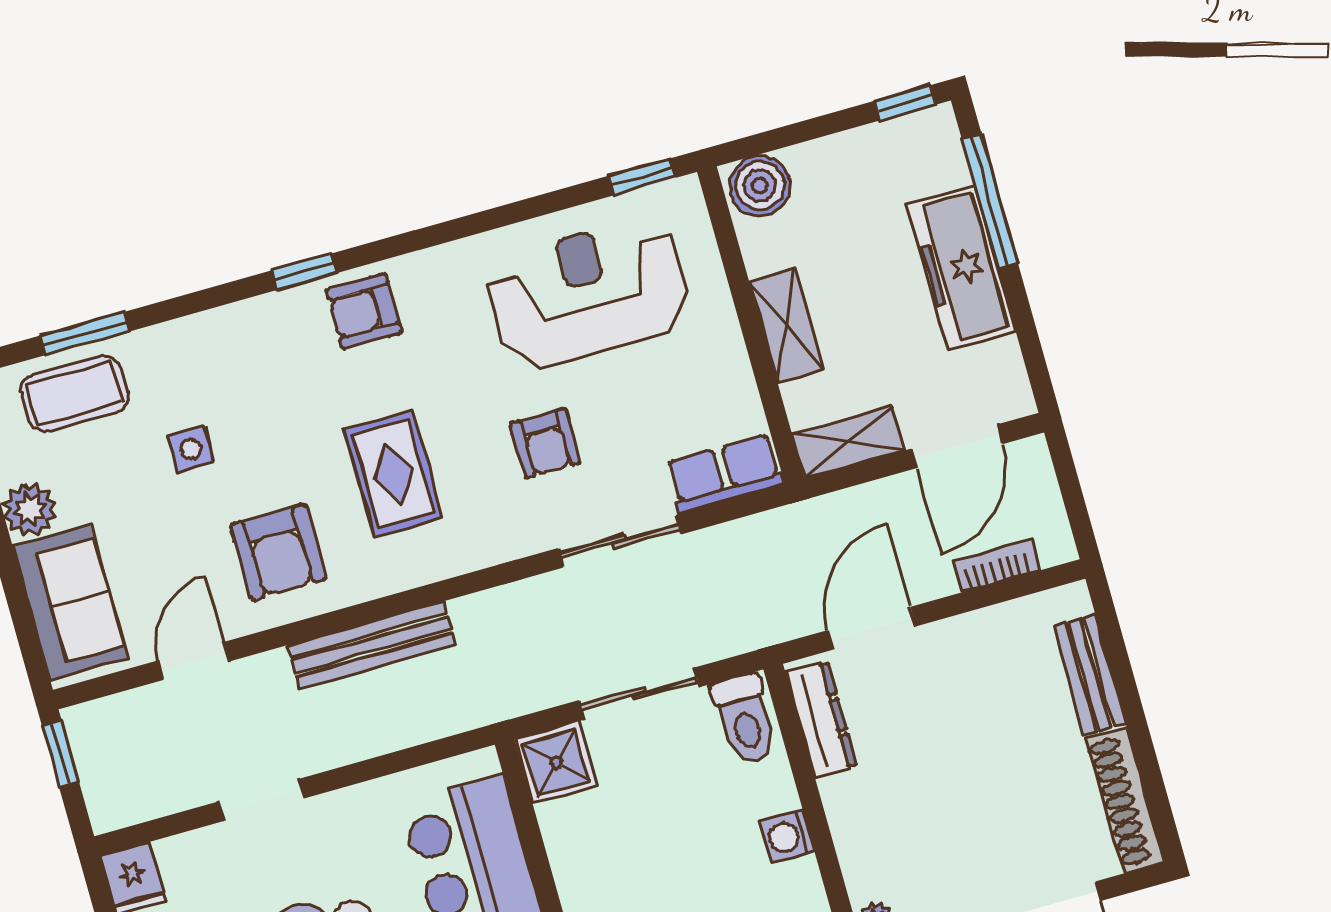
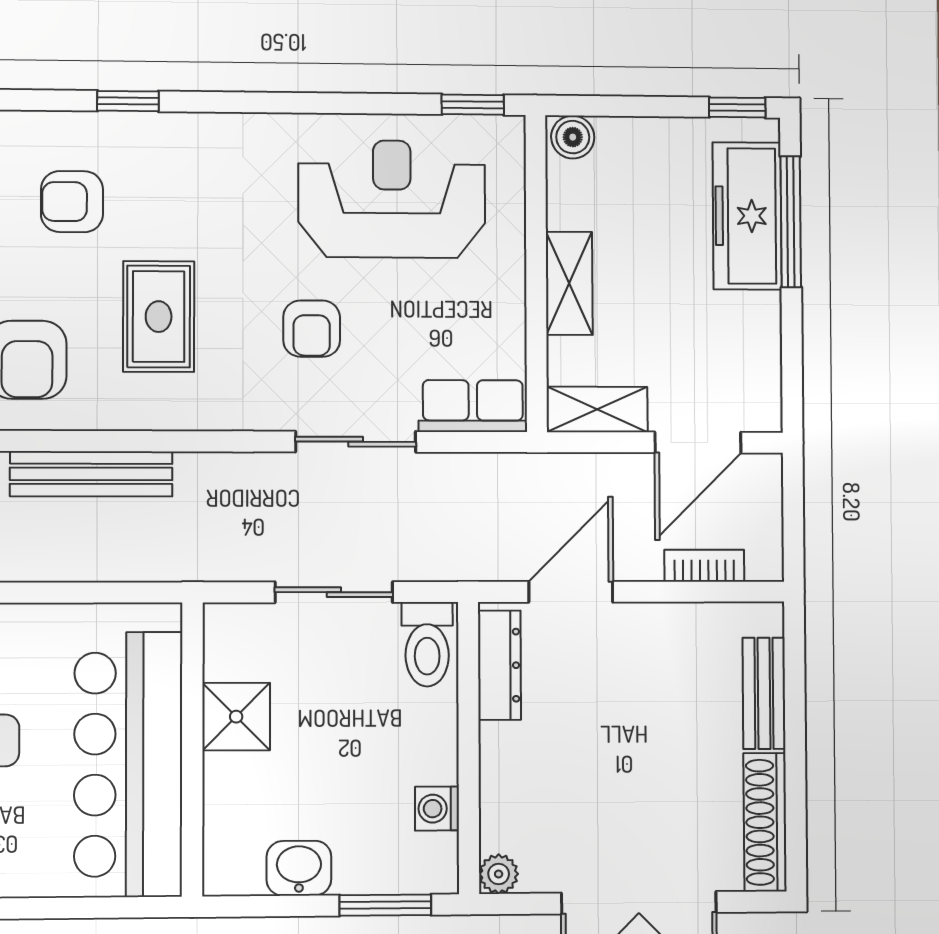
boiler: (760, 186) -> (573, 137), width x0.73, depth x0.73
freezer: (961, 268) -> (747, 216), moved
armchair: (364, 311) -> (72, 202), moved
shower: (556, 763) -> (236, 717), moved
washing machine: (787, 836) -> (437, 809), moved

